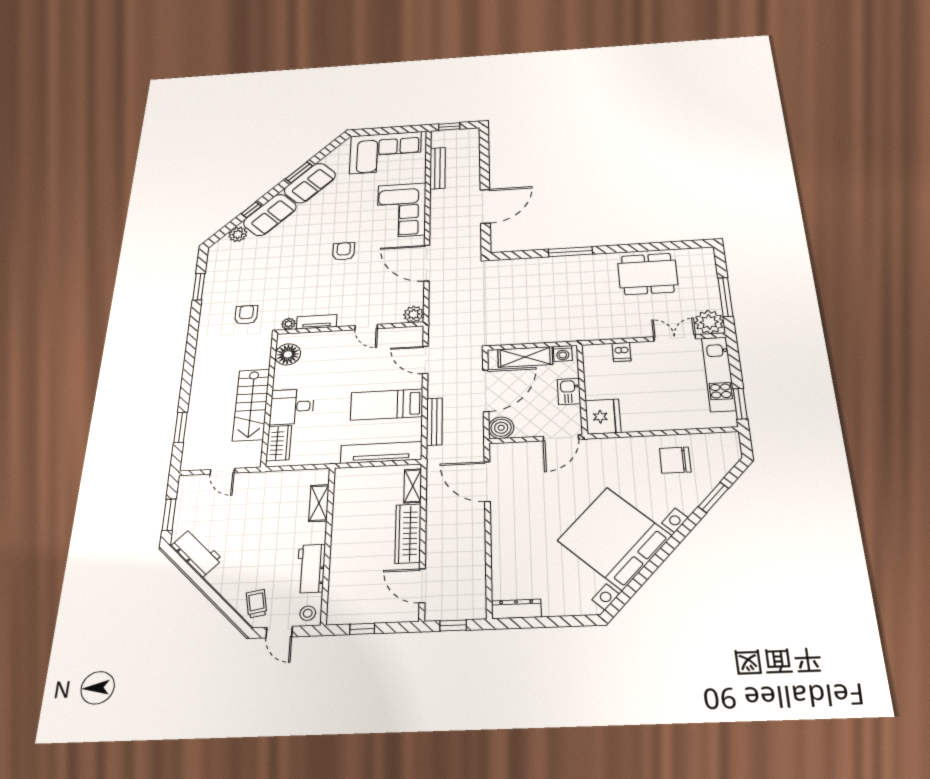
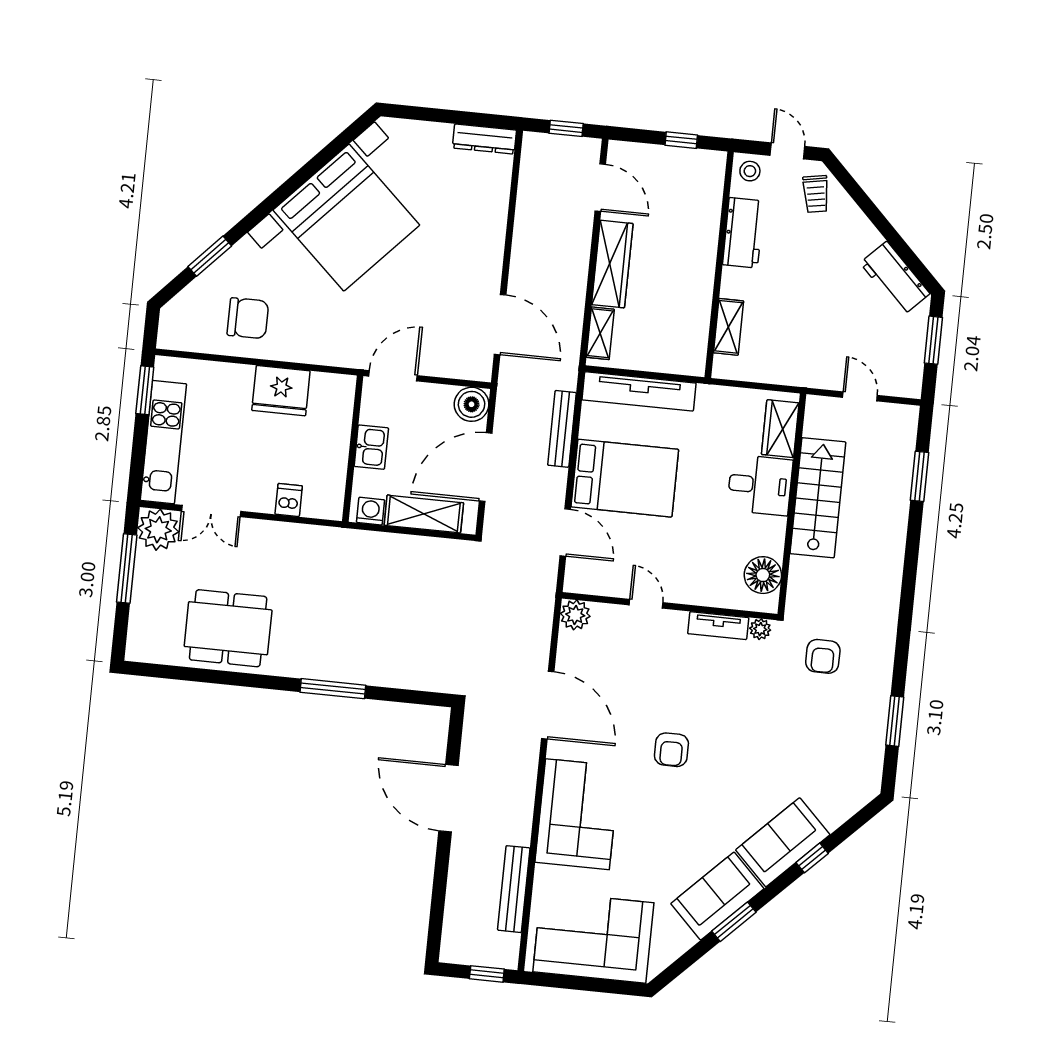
door: (485, 206) -> (448, 798), hinge flipped
plant: (238, 234) -> (834, 812), removed
bed: (387, 405) -> (625, 478), width x1.50
fridge: (603, 417) -> (281, 391), moved, turned -90

